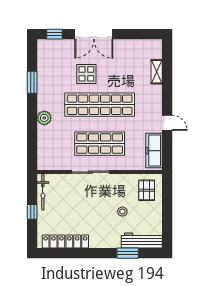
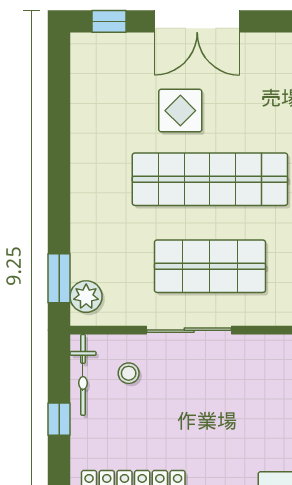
window: (32, 82) -> (59, 278), moved
plant: (44, 118) -> (86, 297), moved
stool: (122, 212) -> (129, 373), moved

